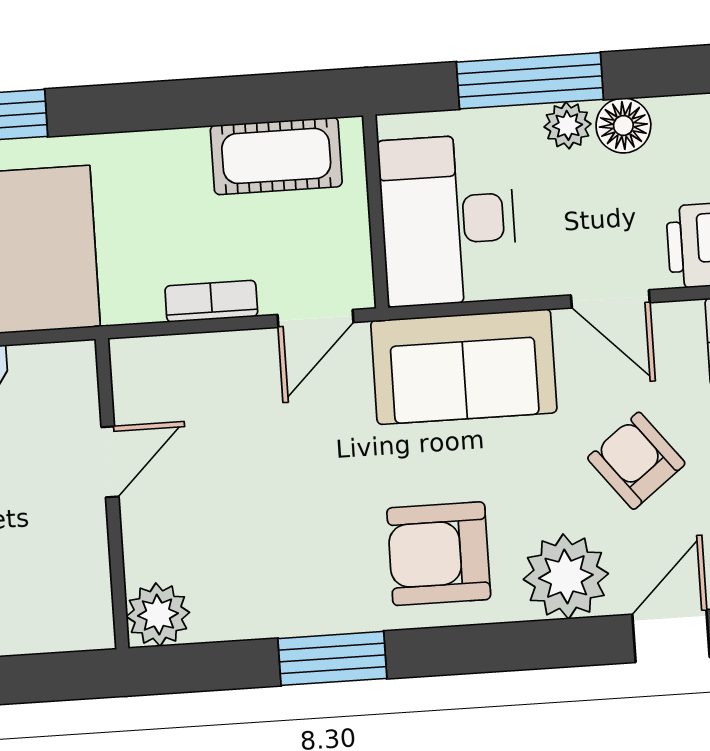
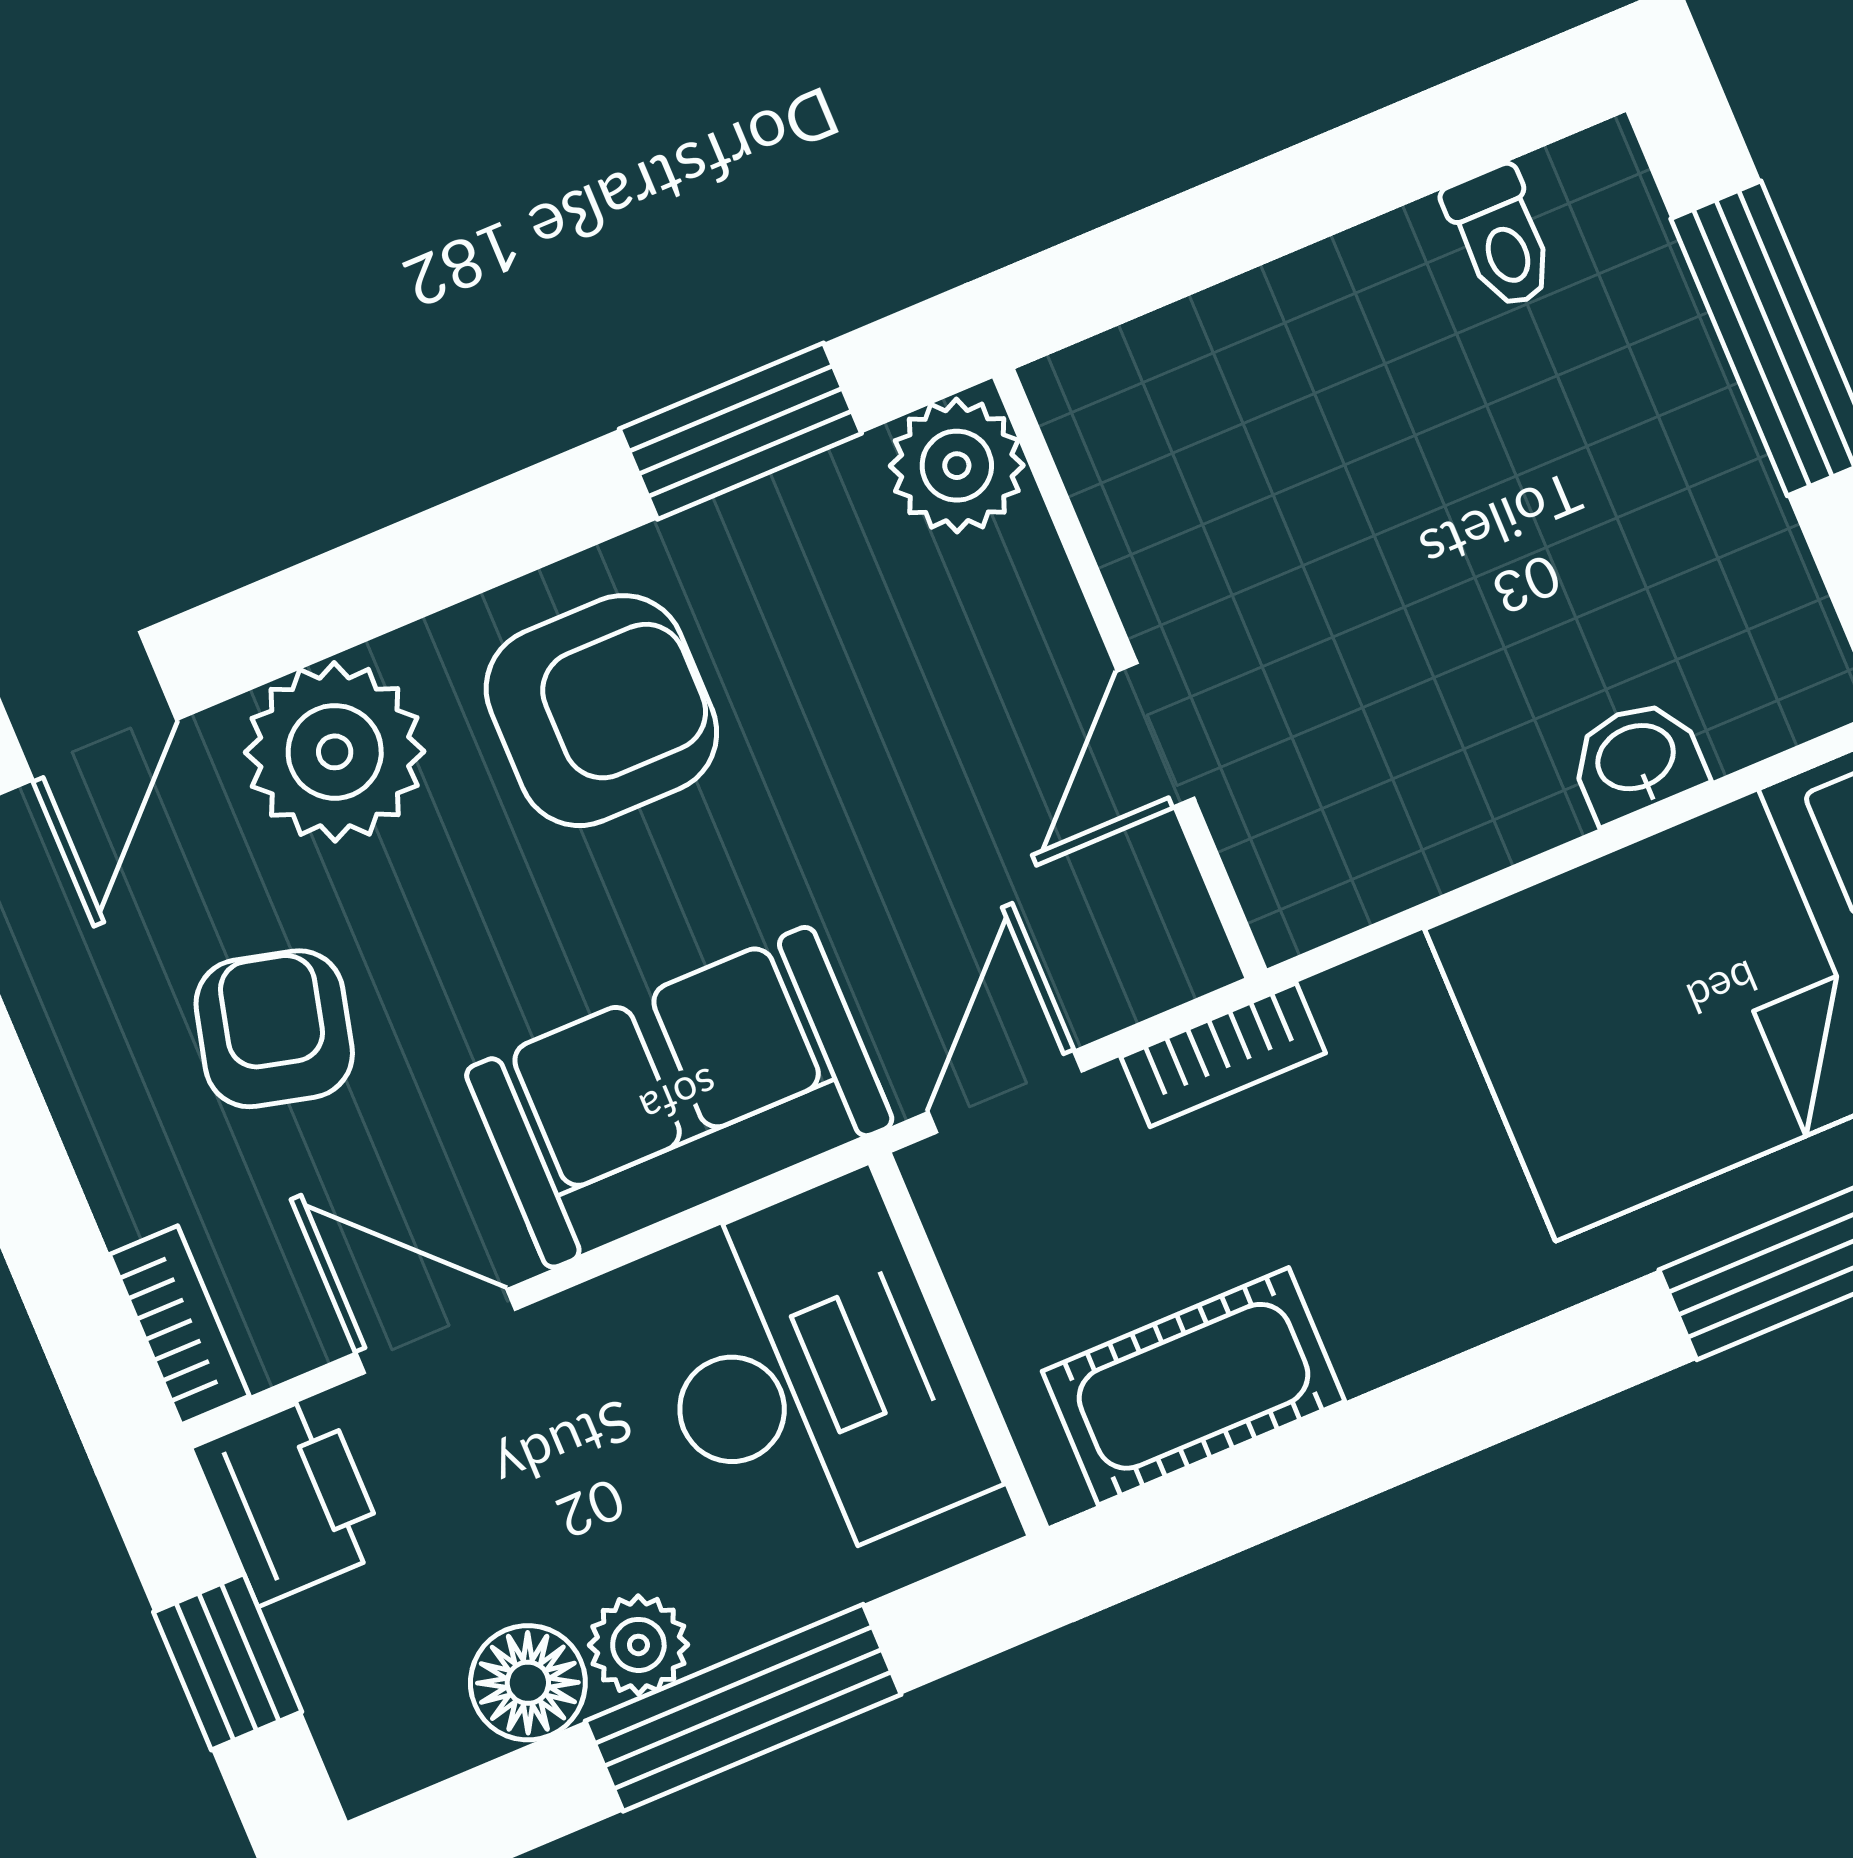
armchair: (636, 461) -> (274, 1029), turned -128
door: (110, 462) -> (1156, 735), moved
wall: (112, 494) -> (1130, 673), moved
plant: (158, 615) -> (957, 466), moved

